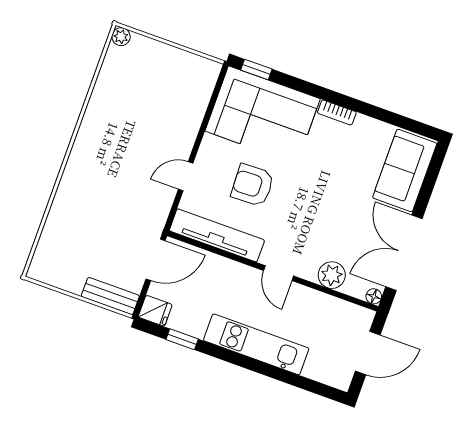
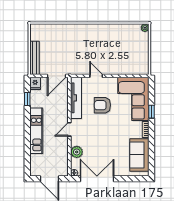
window: (256, 69) -> (152, 112), moved
sofa: (405, 171) -> (139, 155), moved, turned -90
armchair: (253, 185) -> (102, 105), turned -88
door: (156, 260) -> (57, 76), hinge flipped
bench: (110, 296) -> (35, 58), width x1.36

